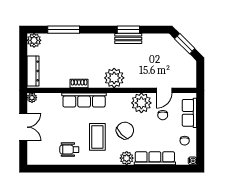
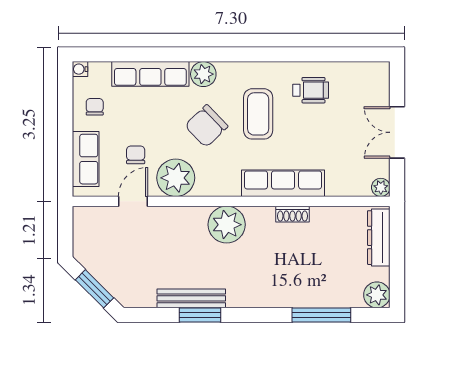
bench: (128, 38) -> (191, 298), width x1.36

